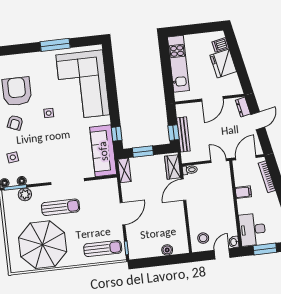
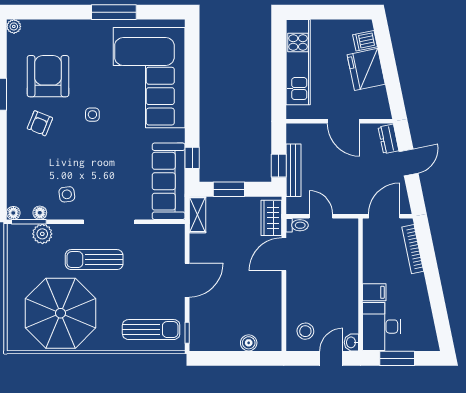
door: (212, 99) -> (344, 121), hinge flipped
side table: (13, 157) -> (67, 194), moved
door: (219, 161) -> (321, 216), moved
filing cabinet: (243, 192) -> (374, 292), moved
sun lounger: (60, 207) -> (94, 260), turned 180

